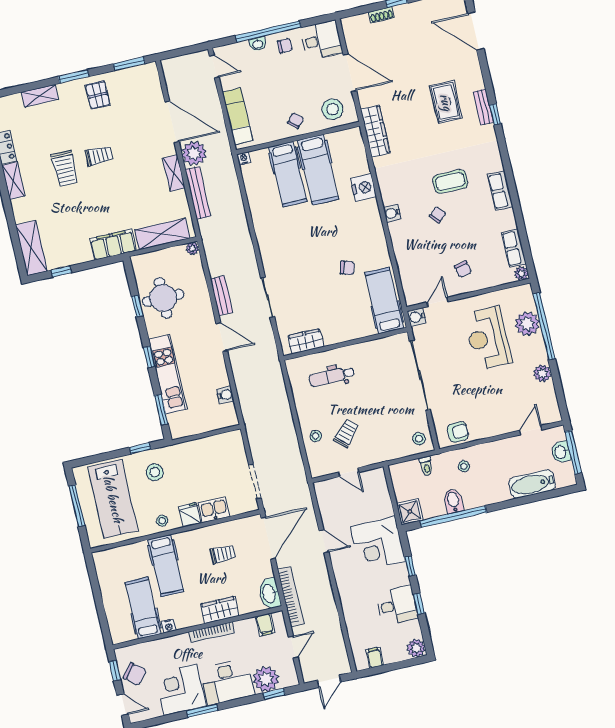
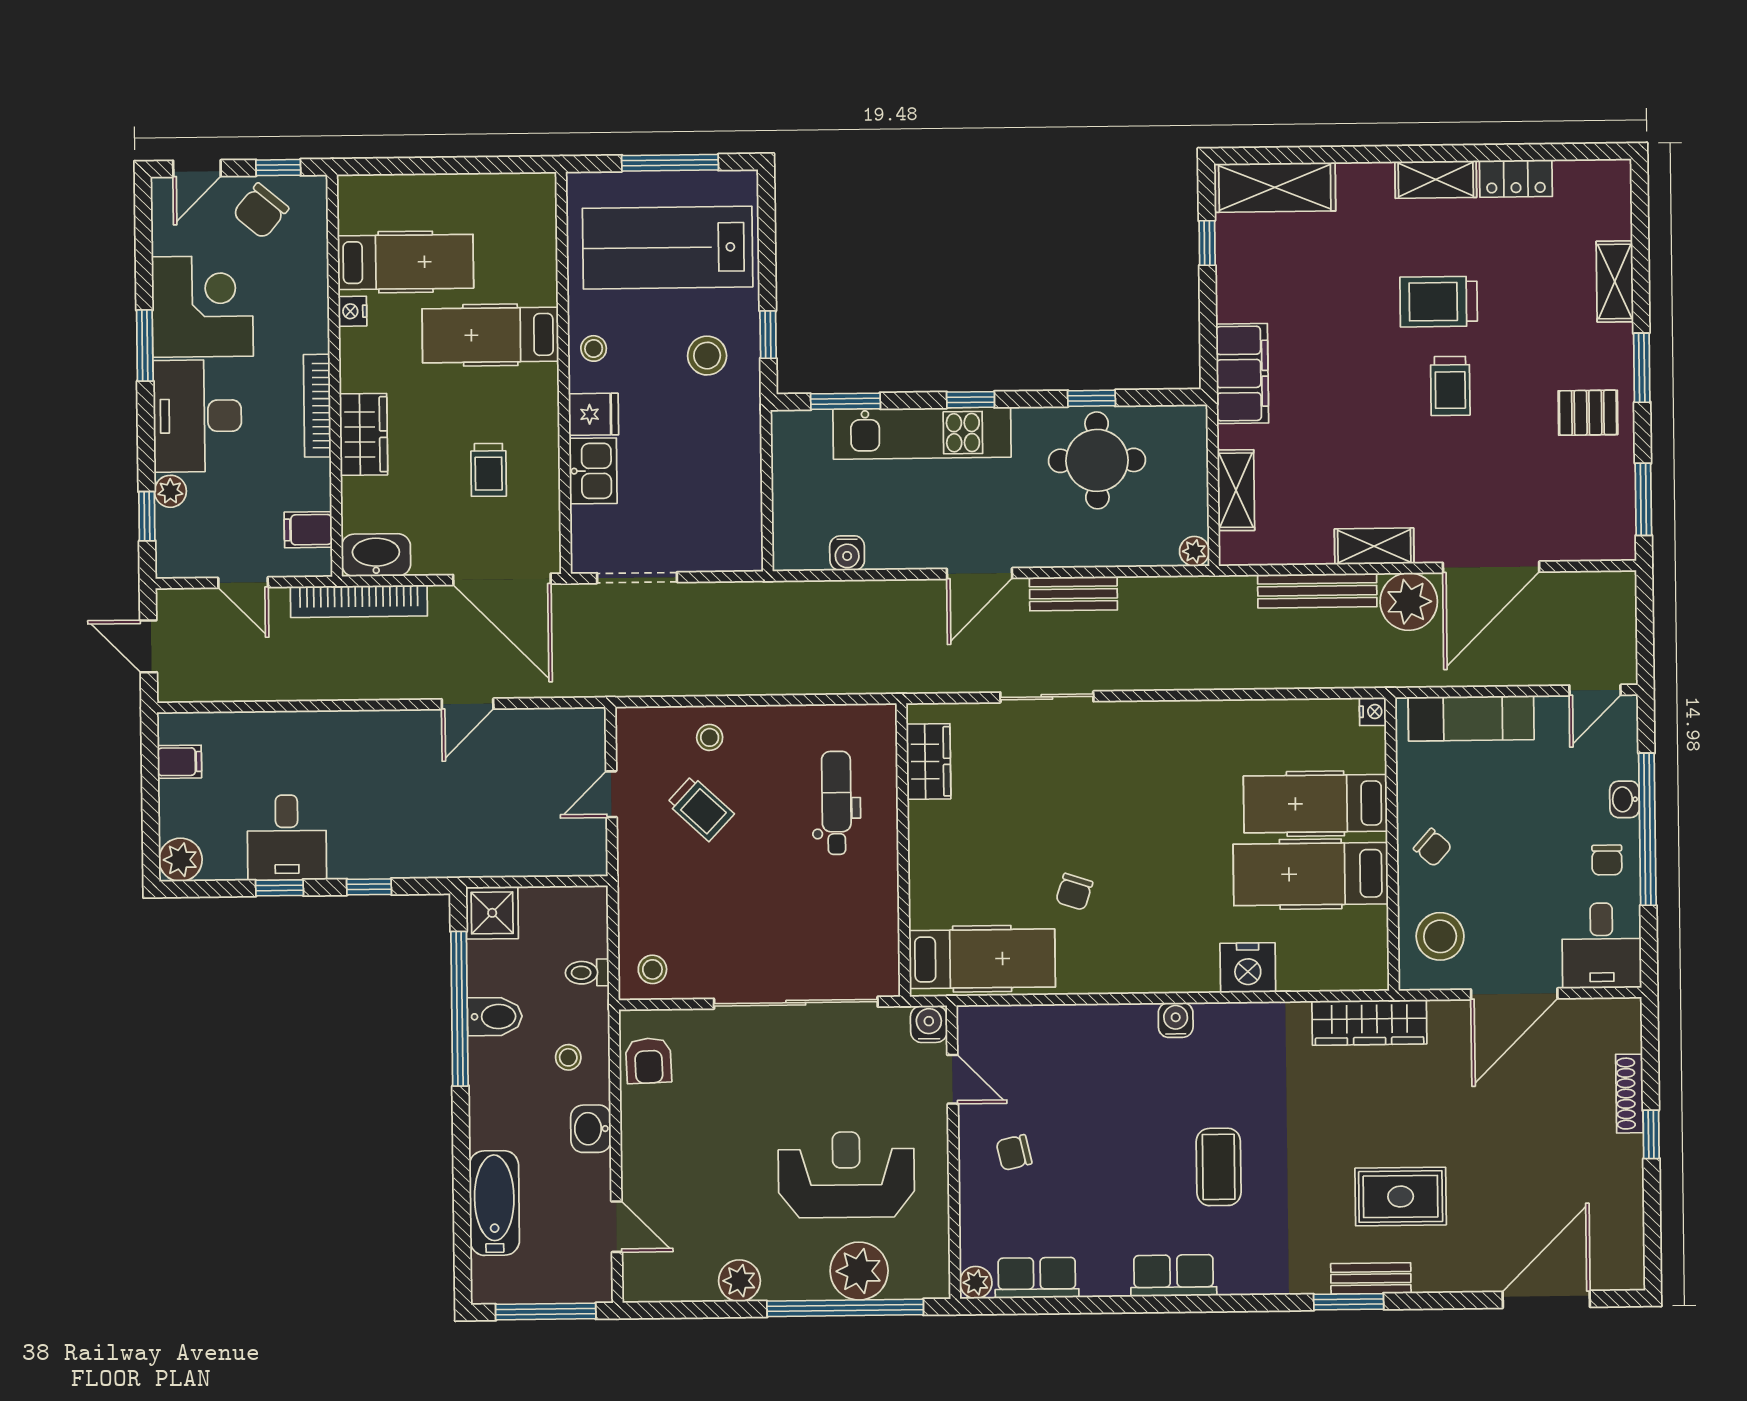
shoe rack: (381, 15) -> (1629, 1094), width x1.43
window: (495, 114) -> (1349, 1302), width x1.50
chair: (438, 215) -> (1150, 1122), removed
shelving: (162, 234) -> (1236, 490), width x0.67, depth x0.75
washbasin: (561, 452) -> (591, 1129), moved, turned -90
corner desk: (378, 544) -> (435, 825), removed
plant: (266, 679) -> (170, 491), width x0.53, depth x0.53

